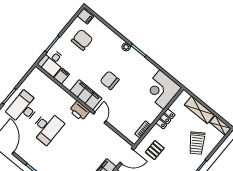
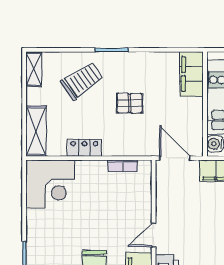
shelving: (199, 110) -> (36, 131), moved
pallet: (155, 150) -> (130, 103), moved

